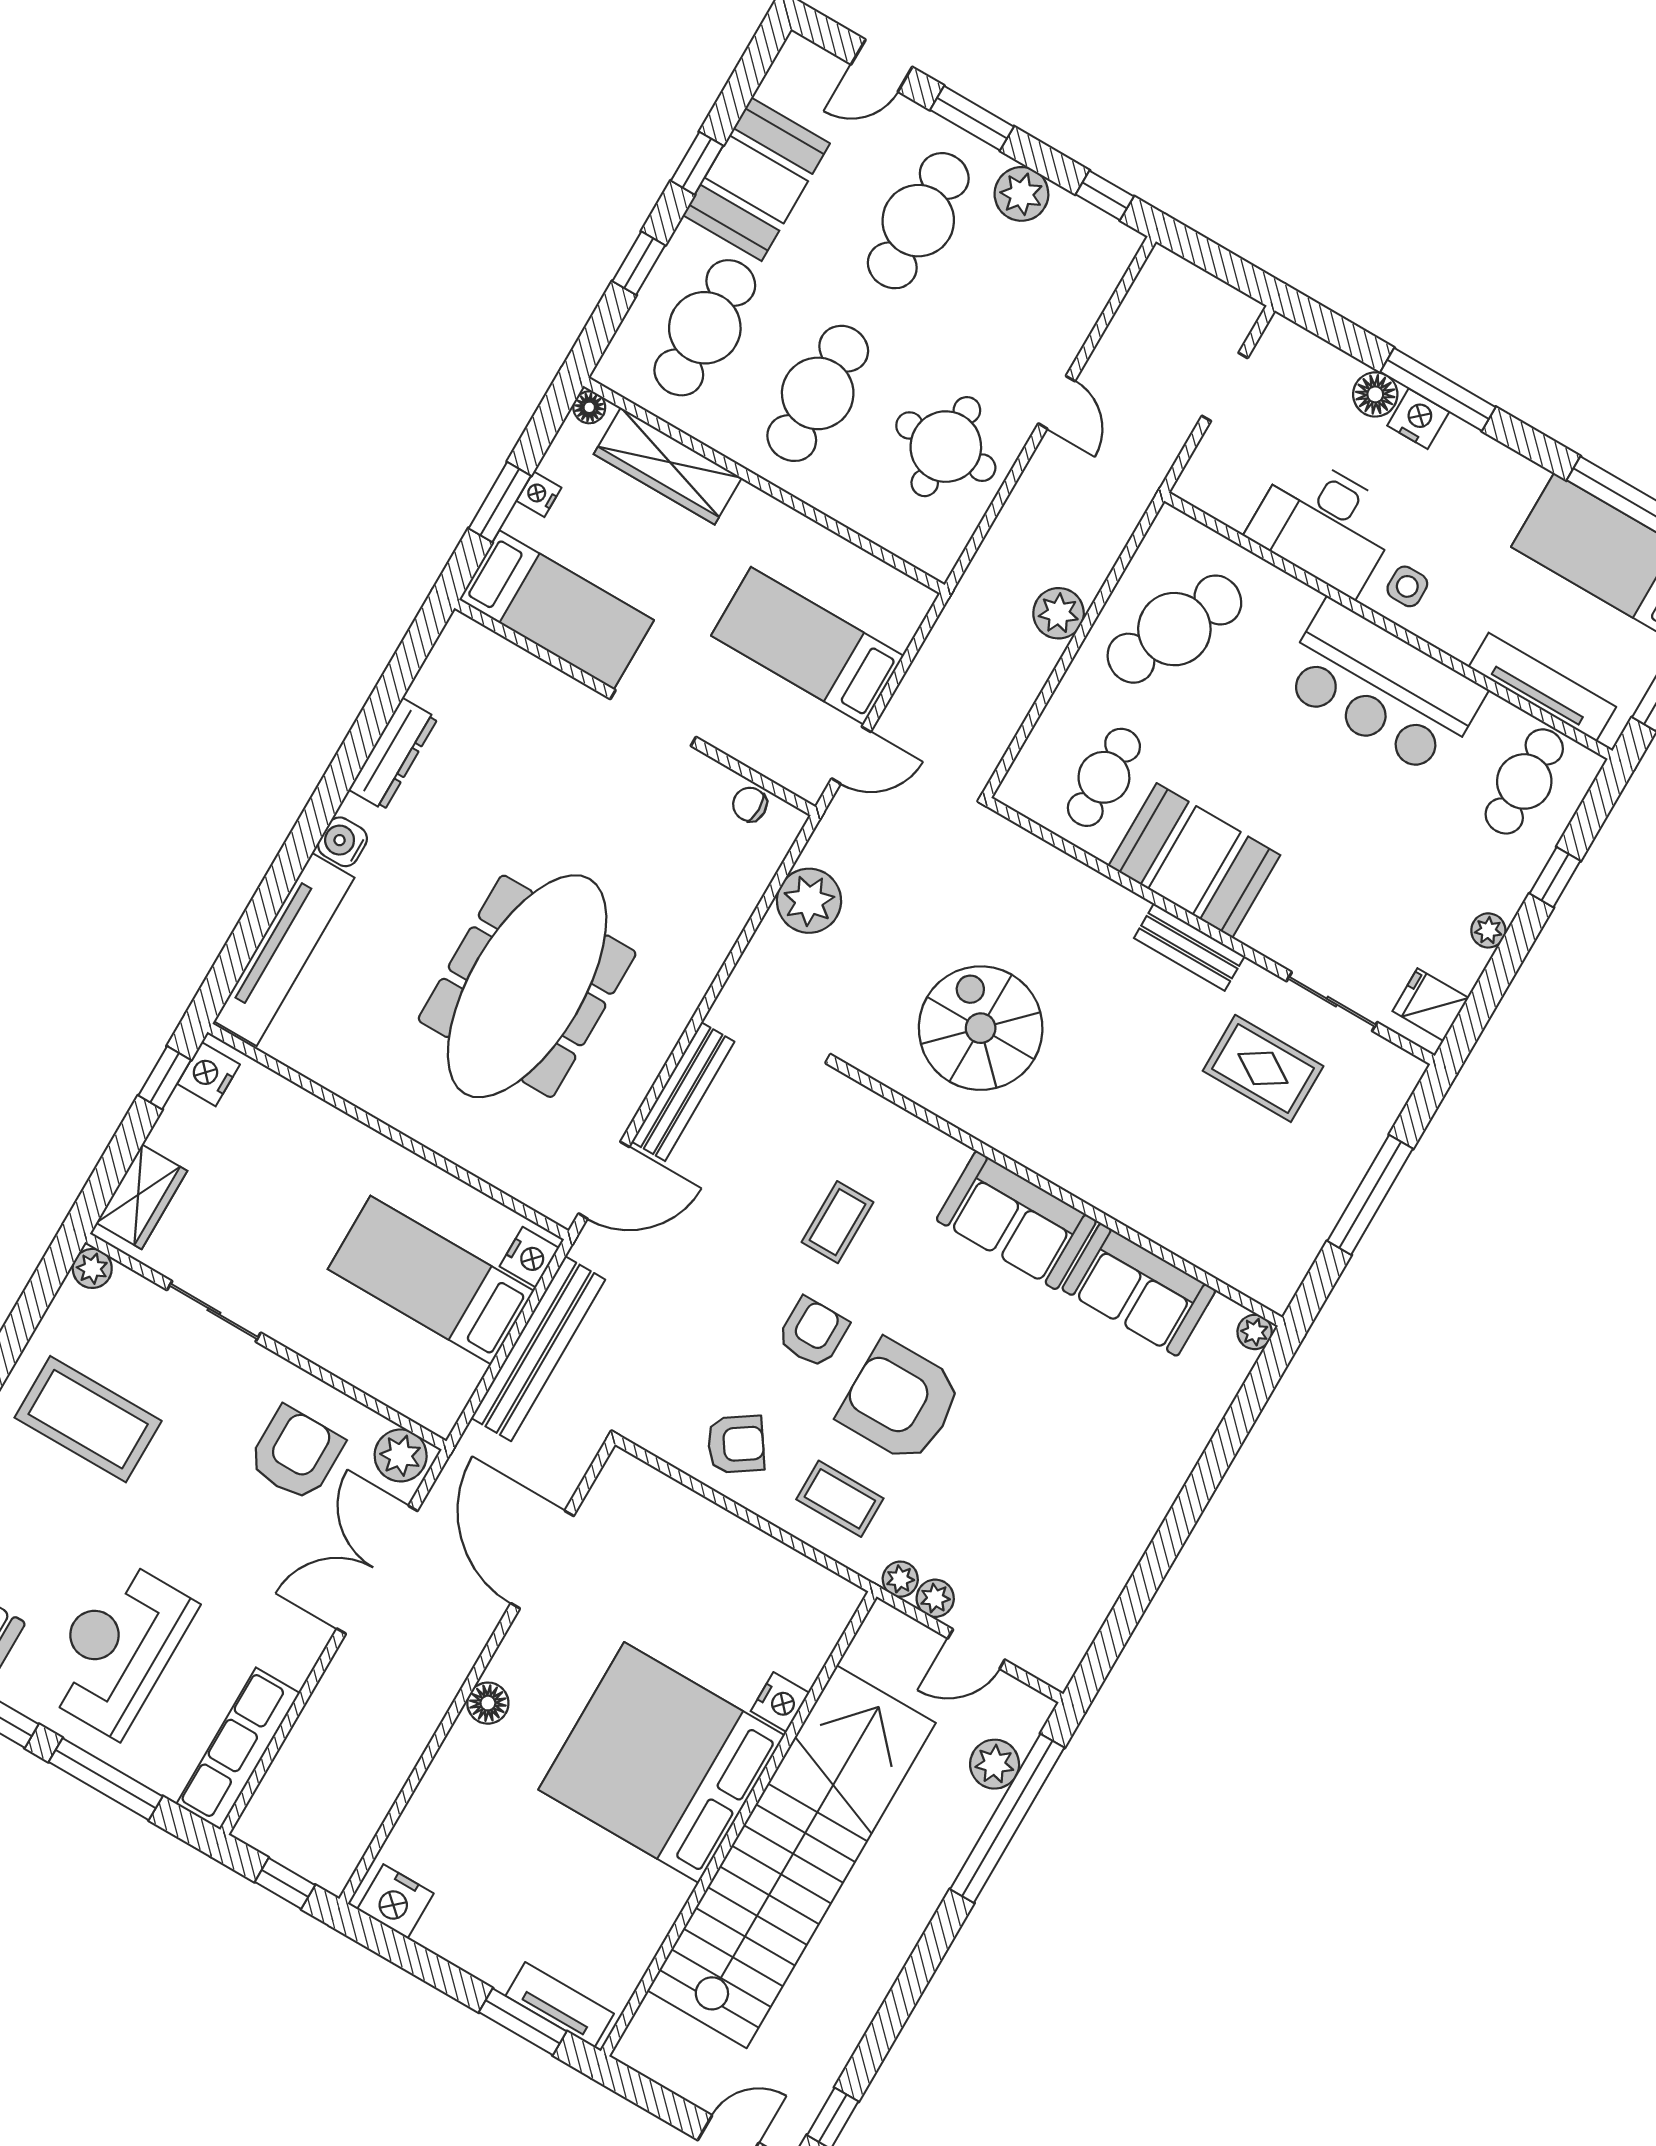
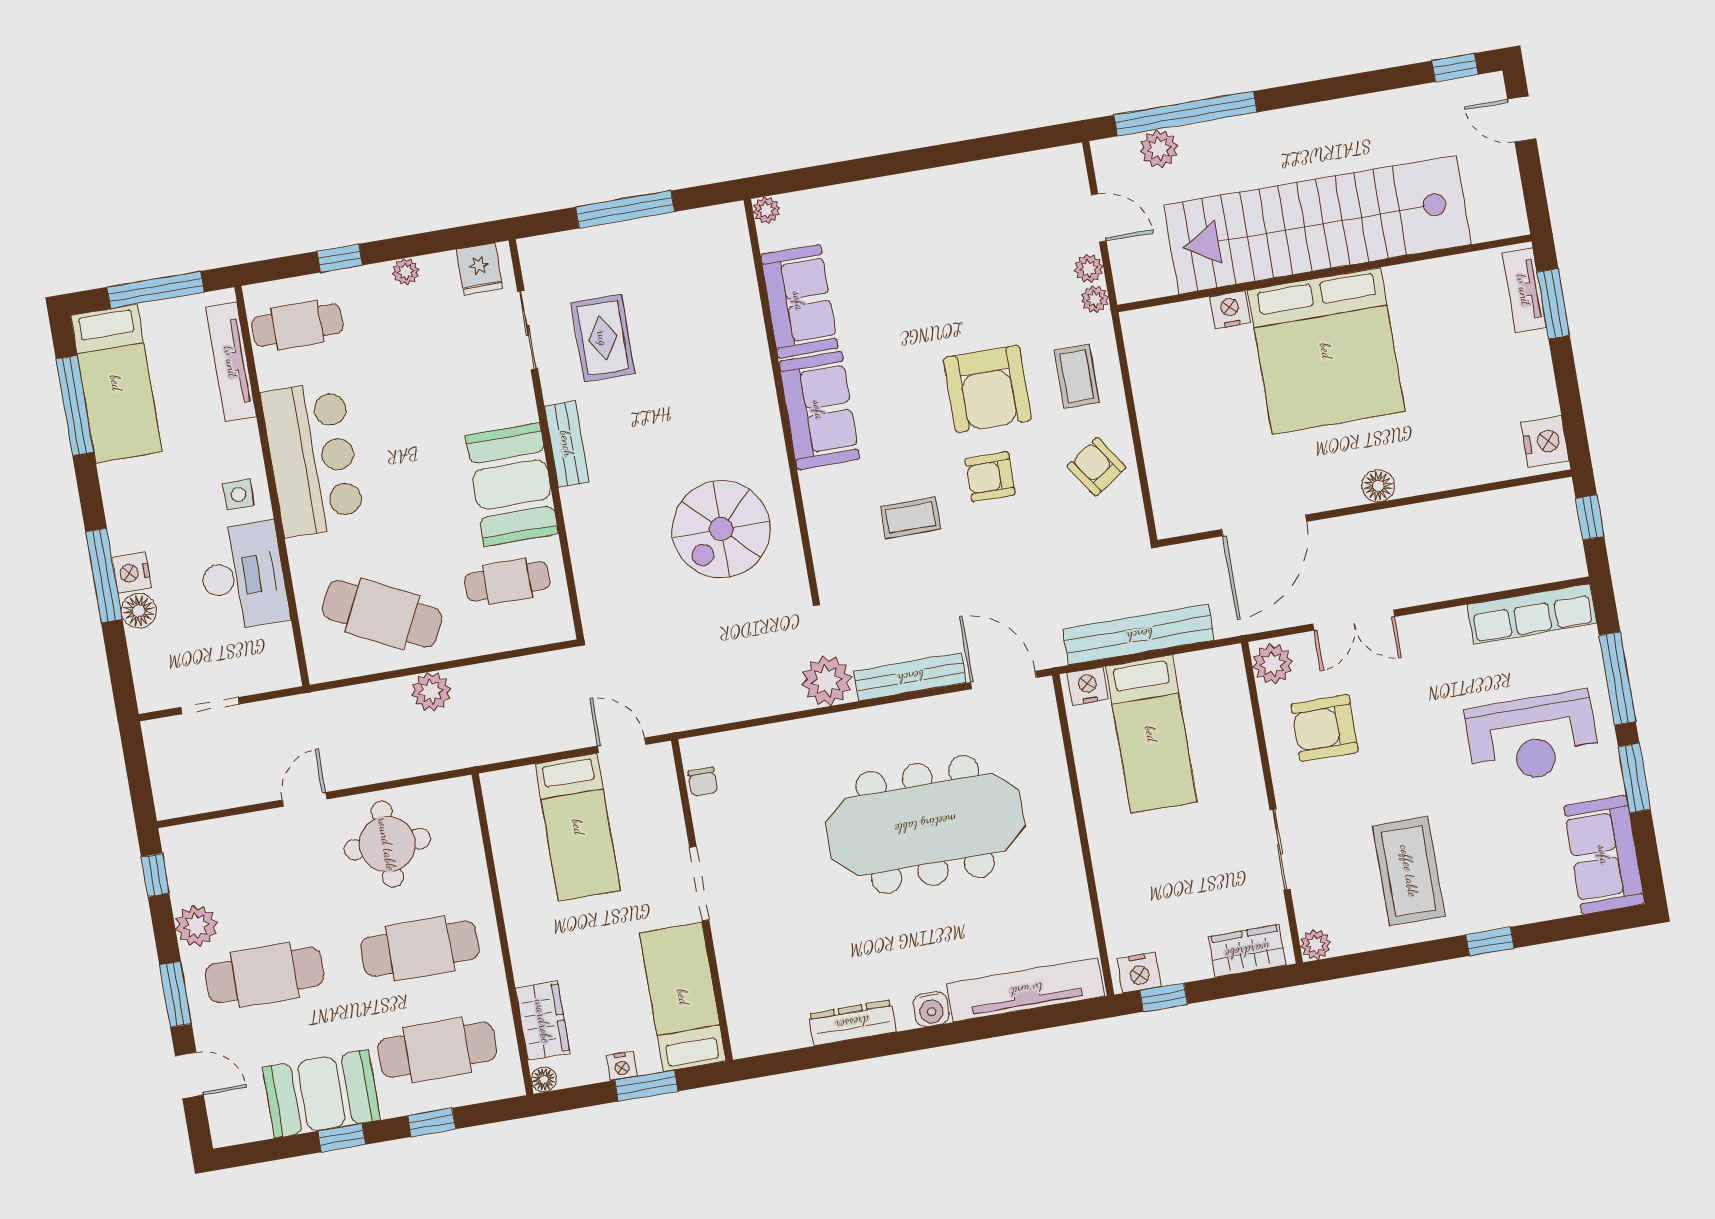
wardrobe: (668, 466) -> (543, 1021), width x0.67
plant: (809, 901) -> (827, 681), moved
double door: (377, 1570) -> (1354, 620), width x0.73

